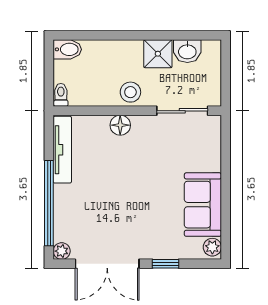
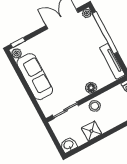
washbasin: (187, 51) -> (69, 145), moved
sofa: (203, 205) -> (35, 77), width x1.36
window: (166, 264) -> (18, 43), moved

